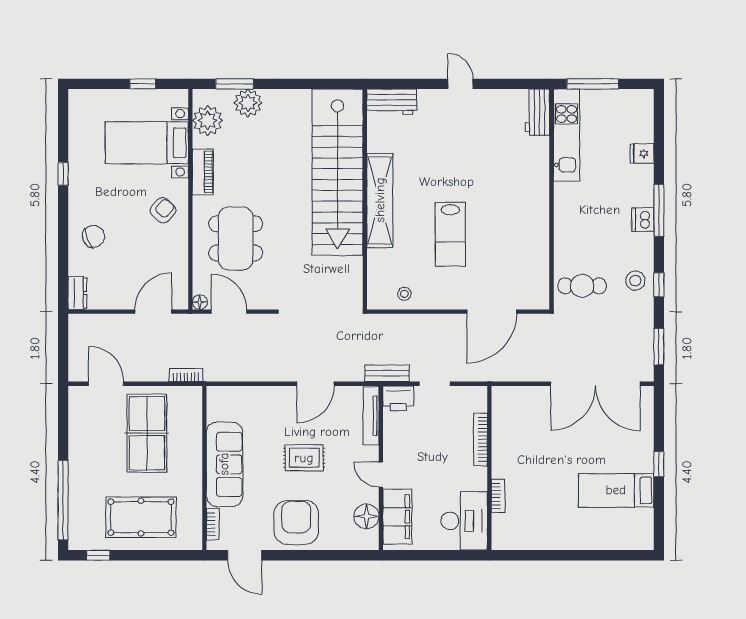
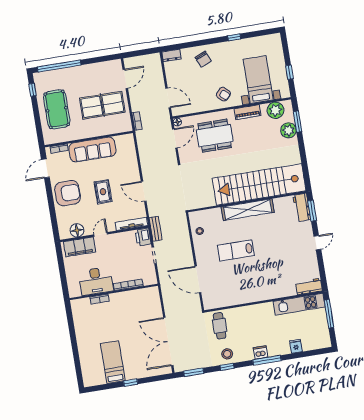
window: (401, 84) -> (312, 211), added
desk: (464, 521) -> (96, 281), moved

